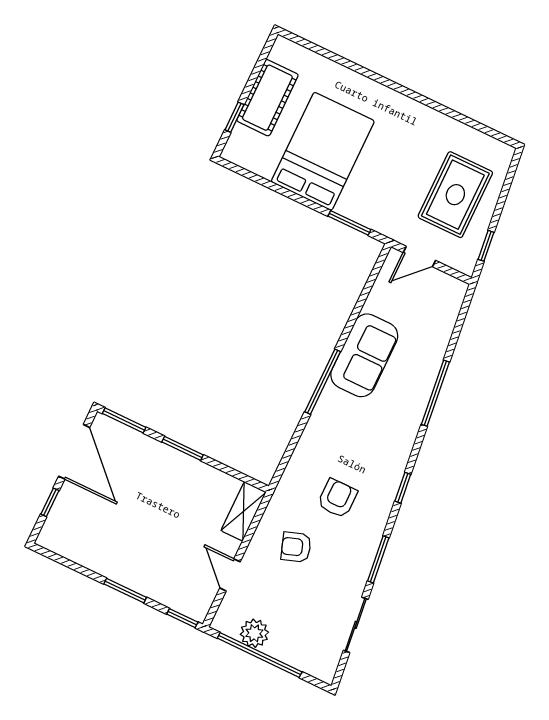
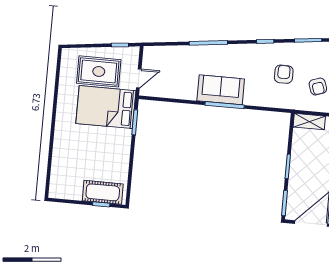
cot: (267, 98) -> (103, 192), moved
bed: (323, 151) -> (106, 107), moved
door: (419, 256) -> (139, 78), hinge flipped
sofa: (364, 355) -> (221, 90), moved
armchair: (337, 498) -> (284, 74), turned 90

